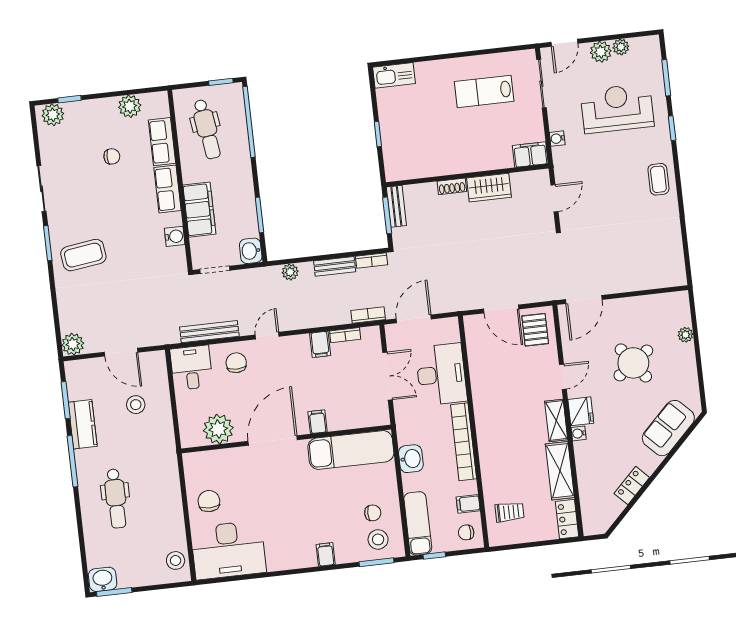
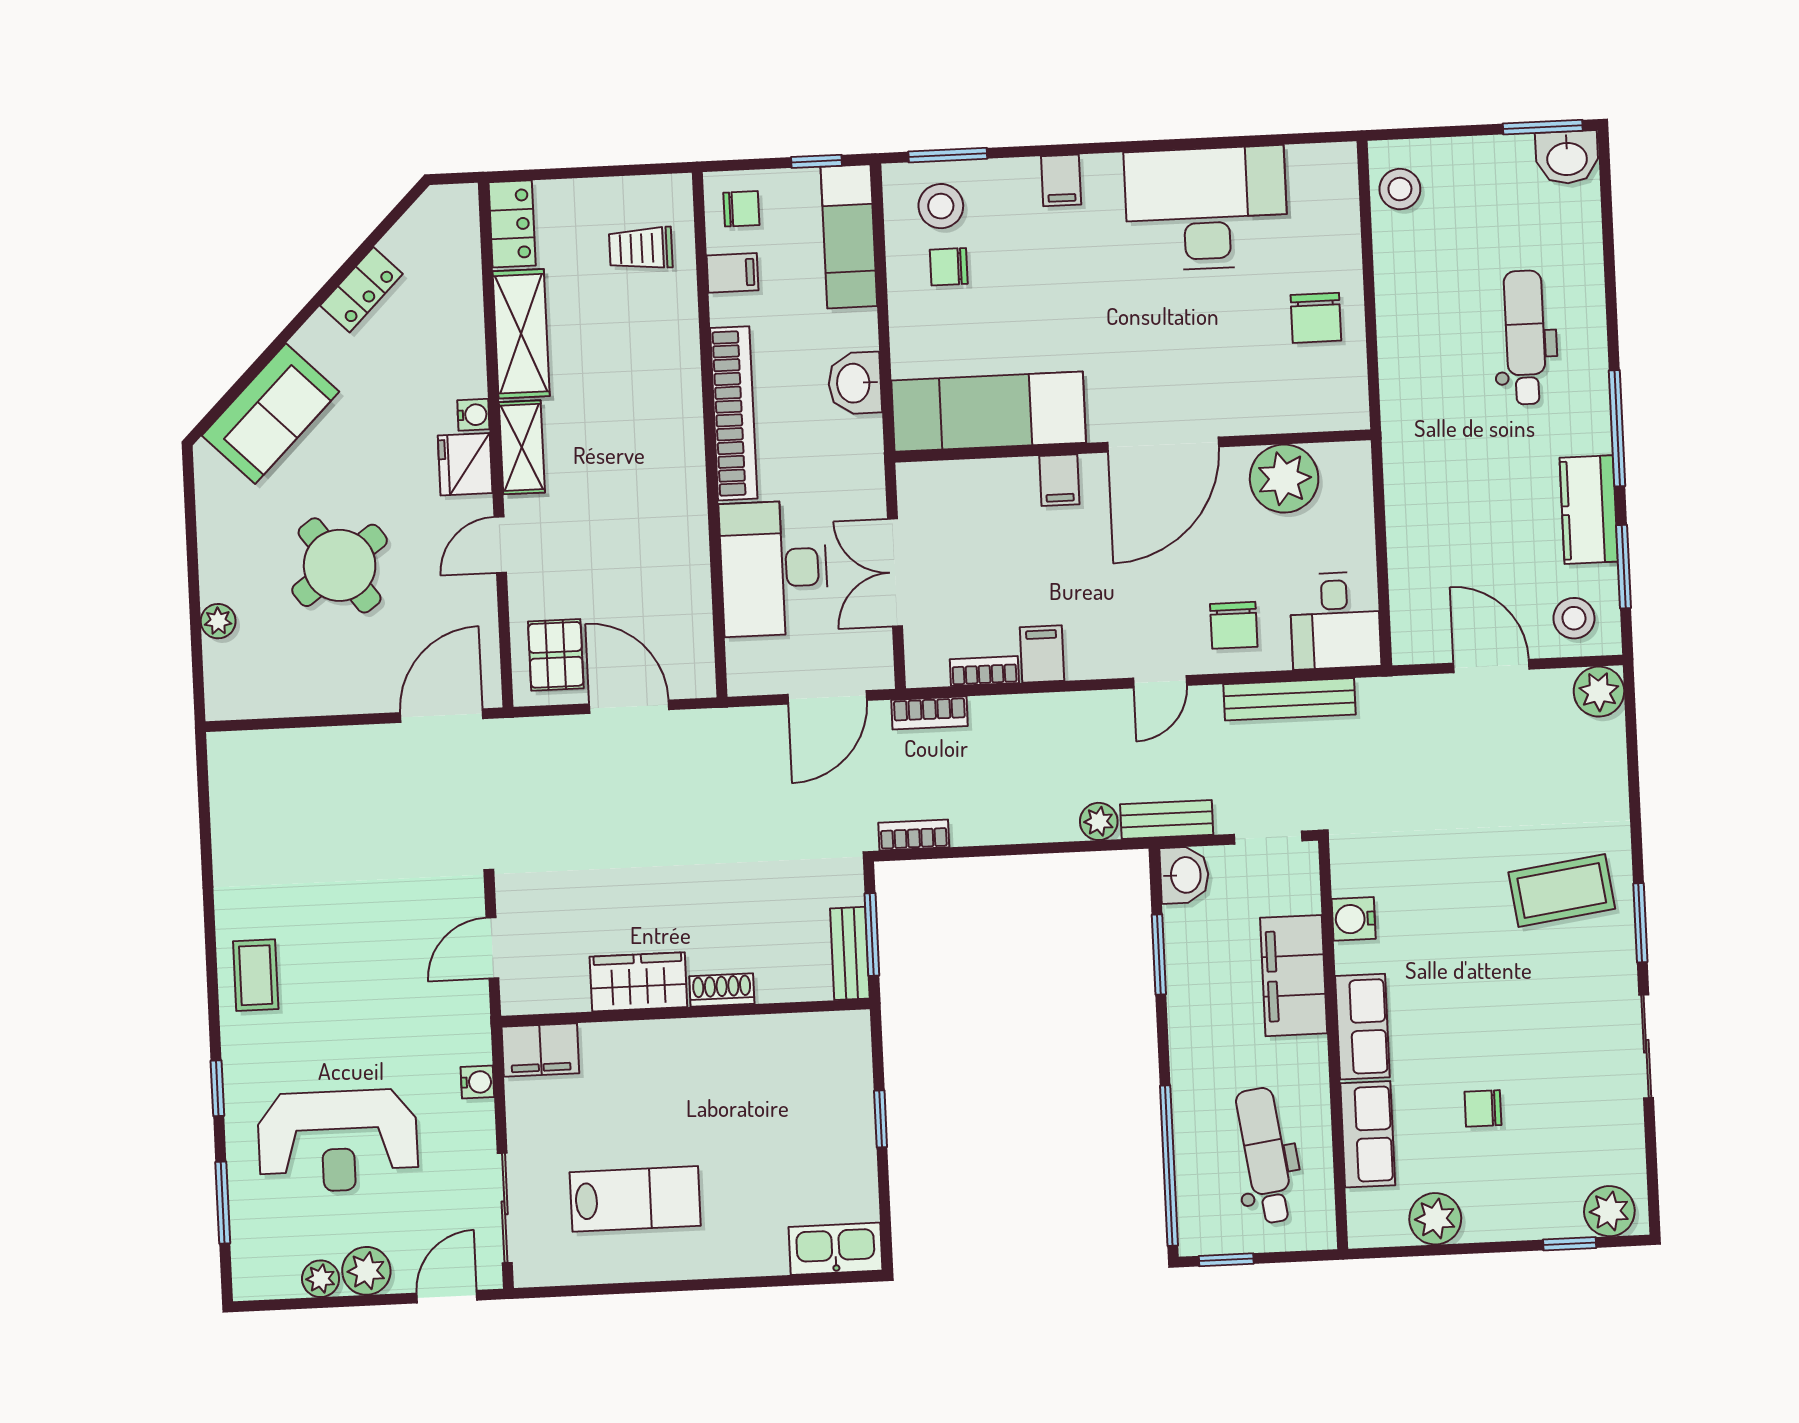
bench: (335, 266) -> (1167, 820), moved
stool: (136, 405) -> (1574, 618), moved
desk: (228, 550) -> (1206, 208), moved

